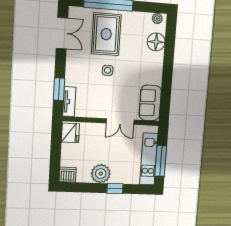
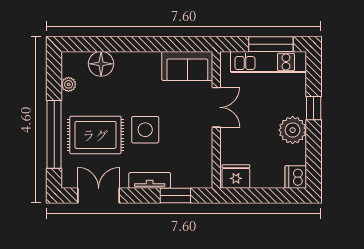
plant: (157, 19) -> (69, 84), moved
side table: (108, 70) -> (145, 130), width x1.87, depth x1.87
tv unit: (69, 102) -> (150, 180), moved

